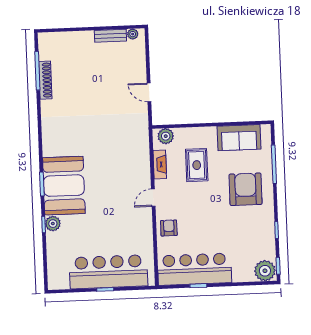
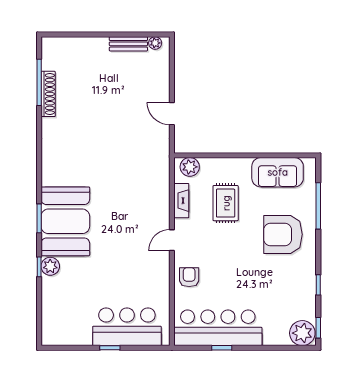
armchair: (246, 189) -> (283, 234), turned -90
bar counter: (108, 272) -> (127, 327), width x0.73

